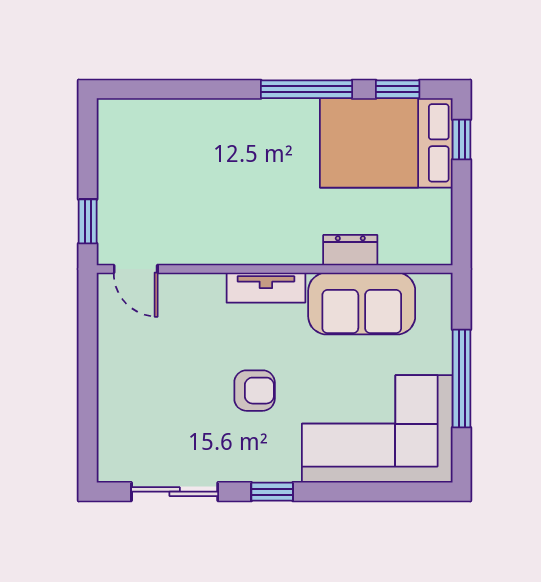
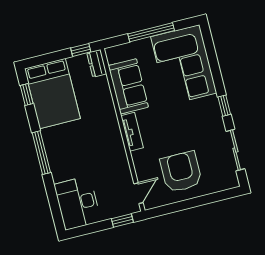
window: (306, 89) -> (41, 153), moved
desk: (147, 138) -> (78, 203), added
window: (462, 140) -> (81, 50), moved
dresser: (350, 250) -> (97, 63), moved
armchair: (255, 391) -> (181, 172), moved, width x1.88, depth x1.88

